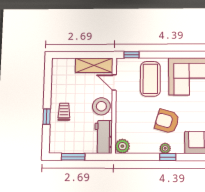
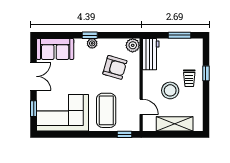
shelving: (94, 65) -> (175, 124), moved
stool: (101, 106) -> (170, 90), moved
armchair: (167, 121) -> (115, 67), moved

